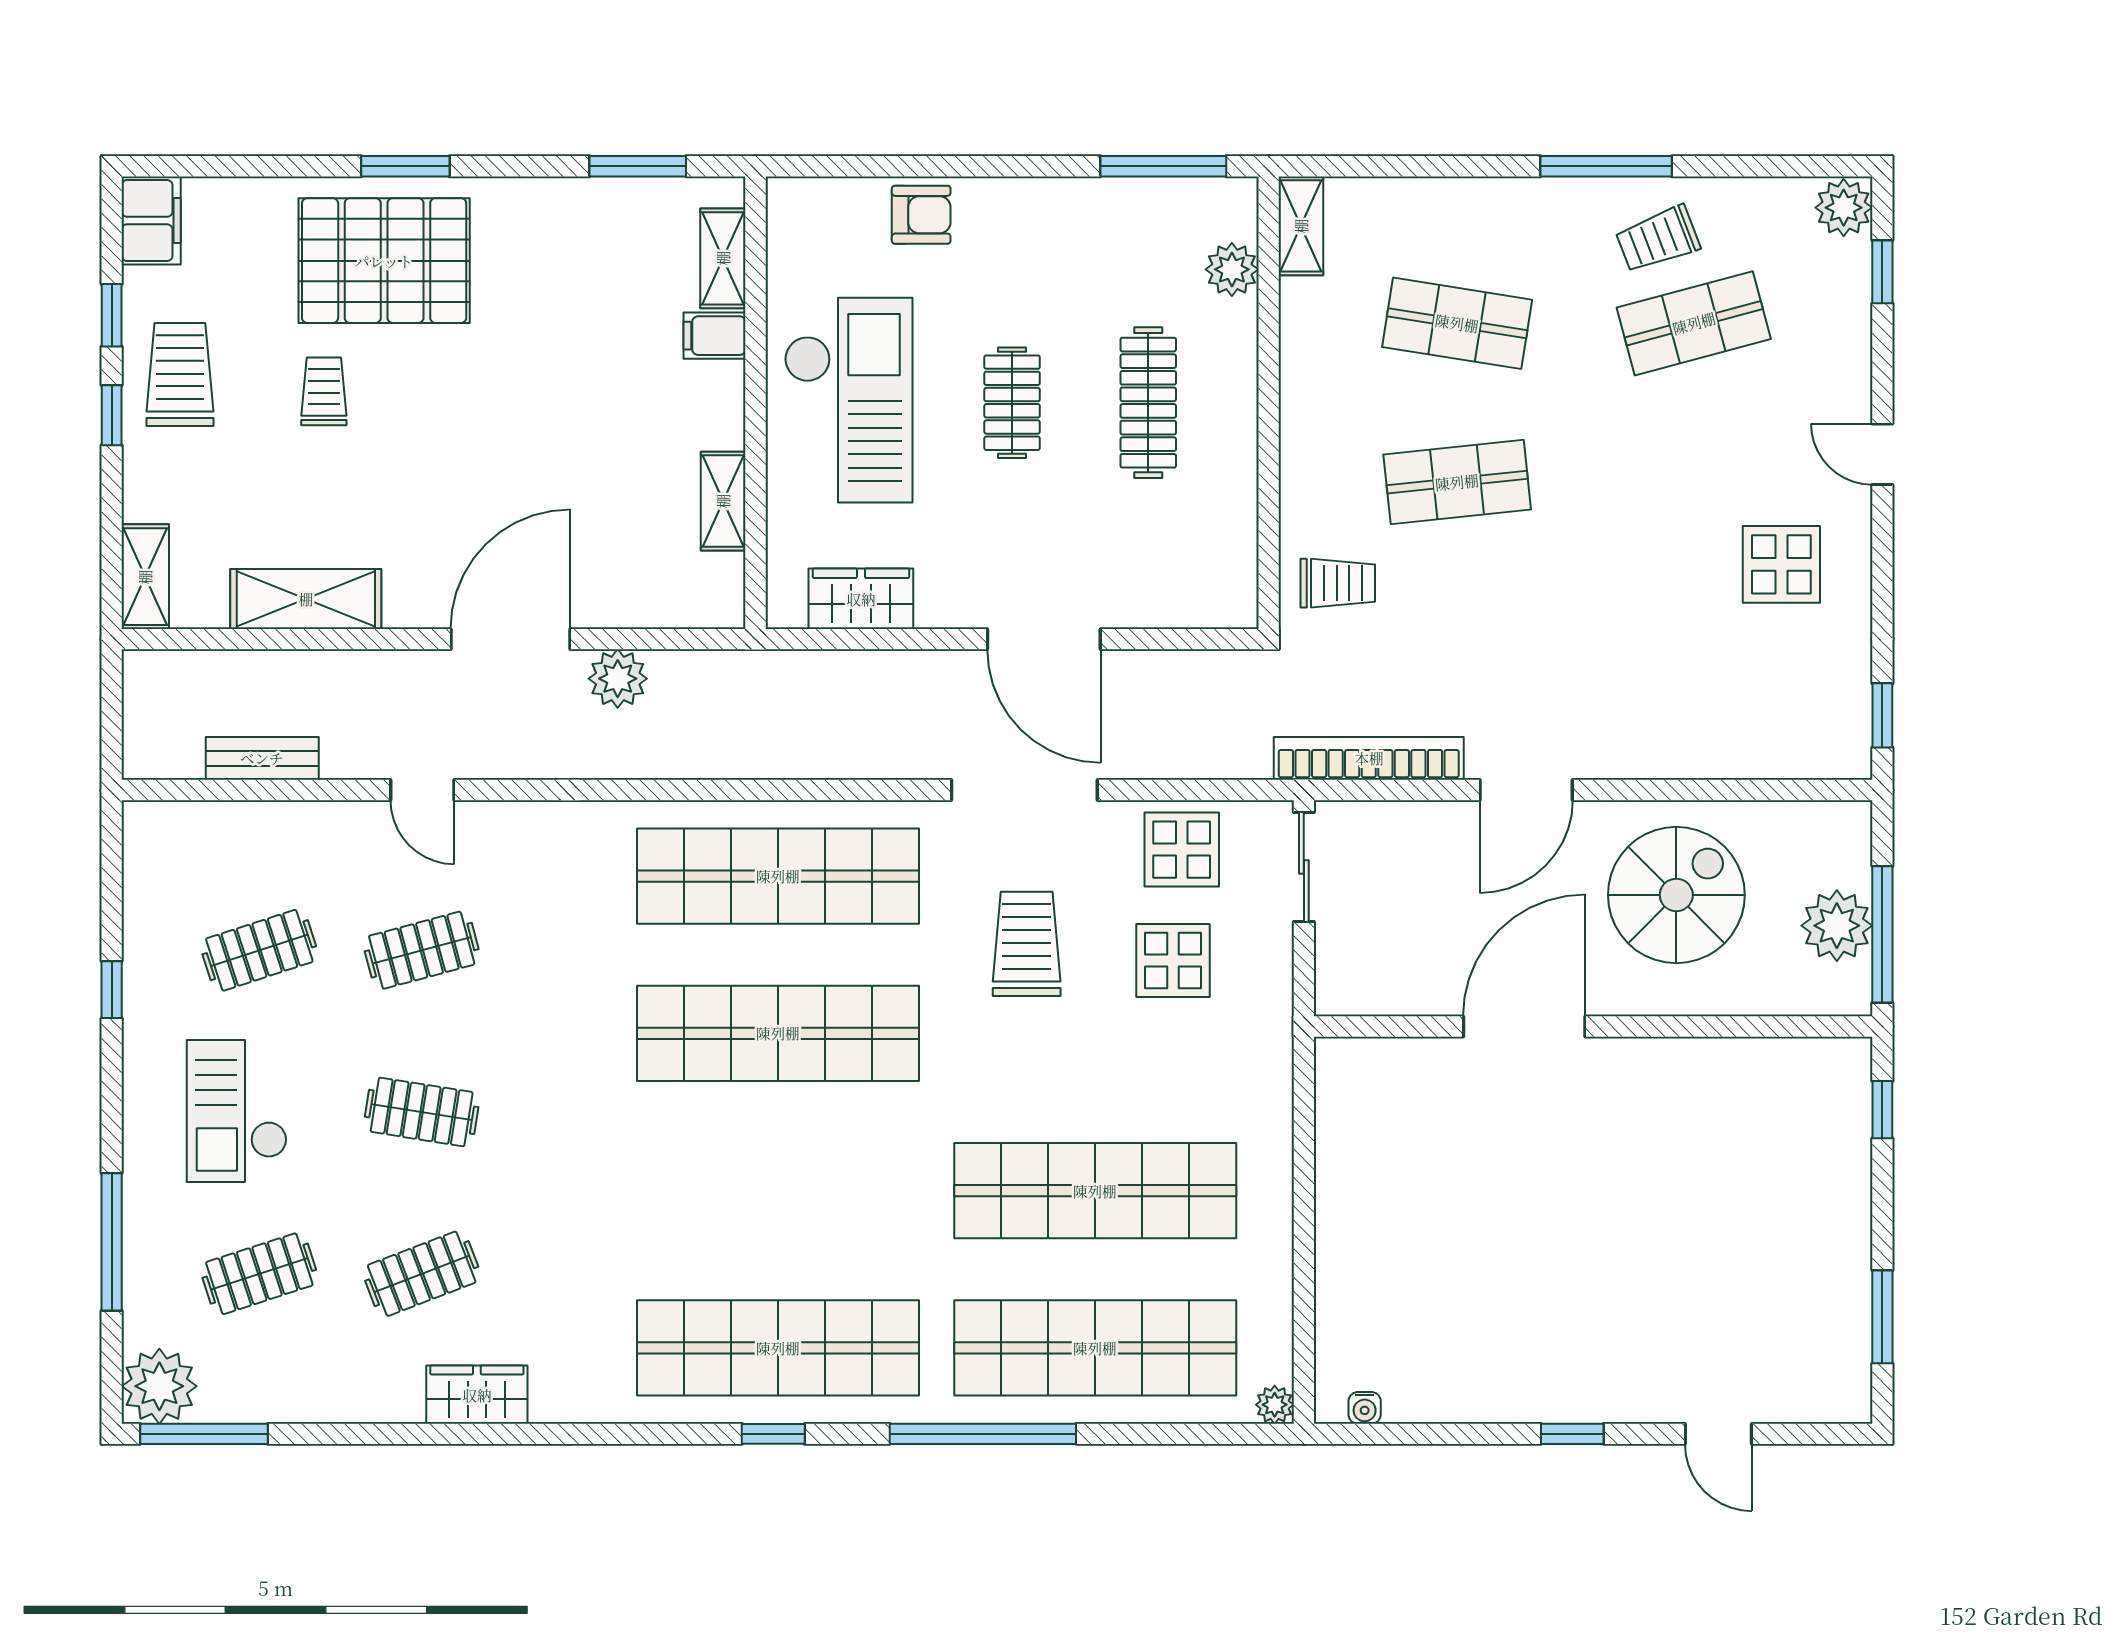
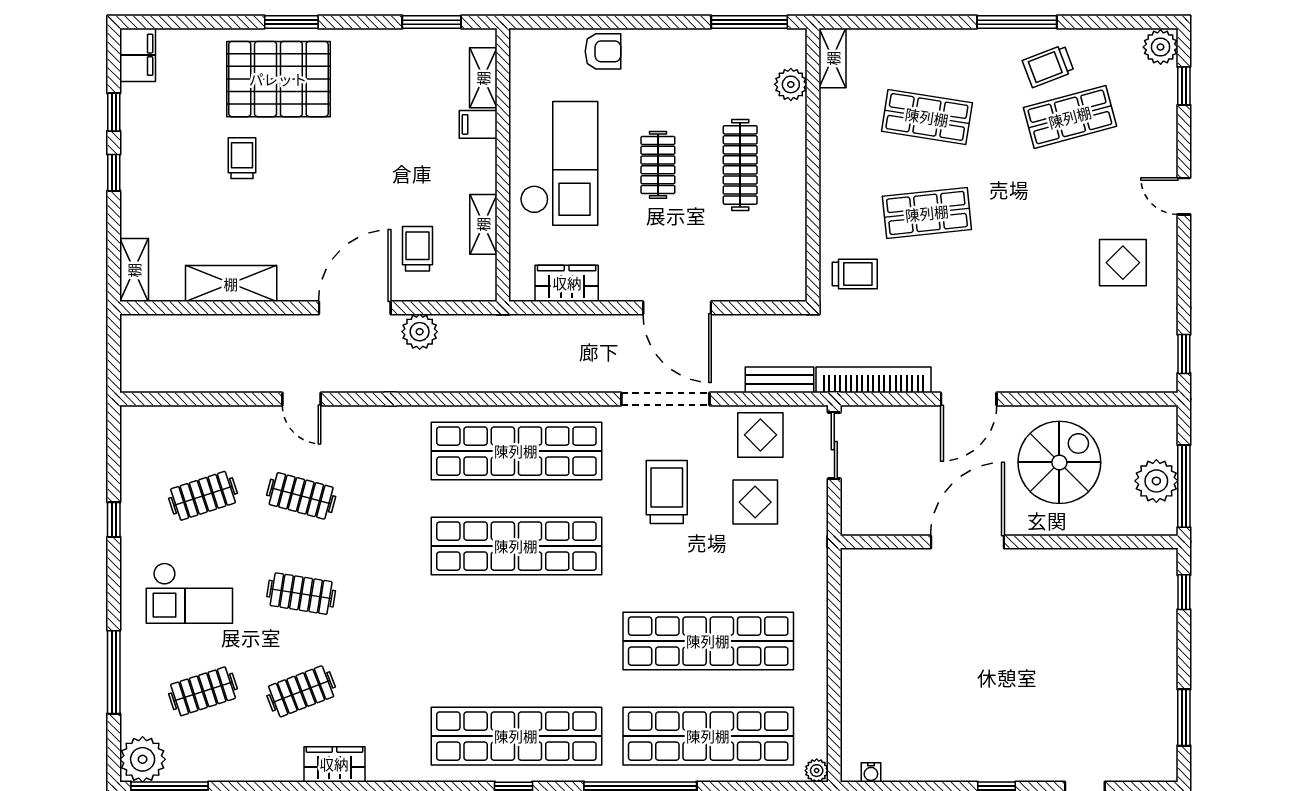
trolley: (180, 374) -> (418, 249), moved, width x0.73, depth x0.72
bench: (262, 758) -> (780, 380), moved
clothes rail: (422, 950) -> (301, 496), turned 30
checkout: (237, 1111) -> (189, 593), turned -90

